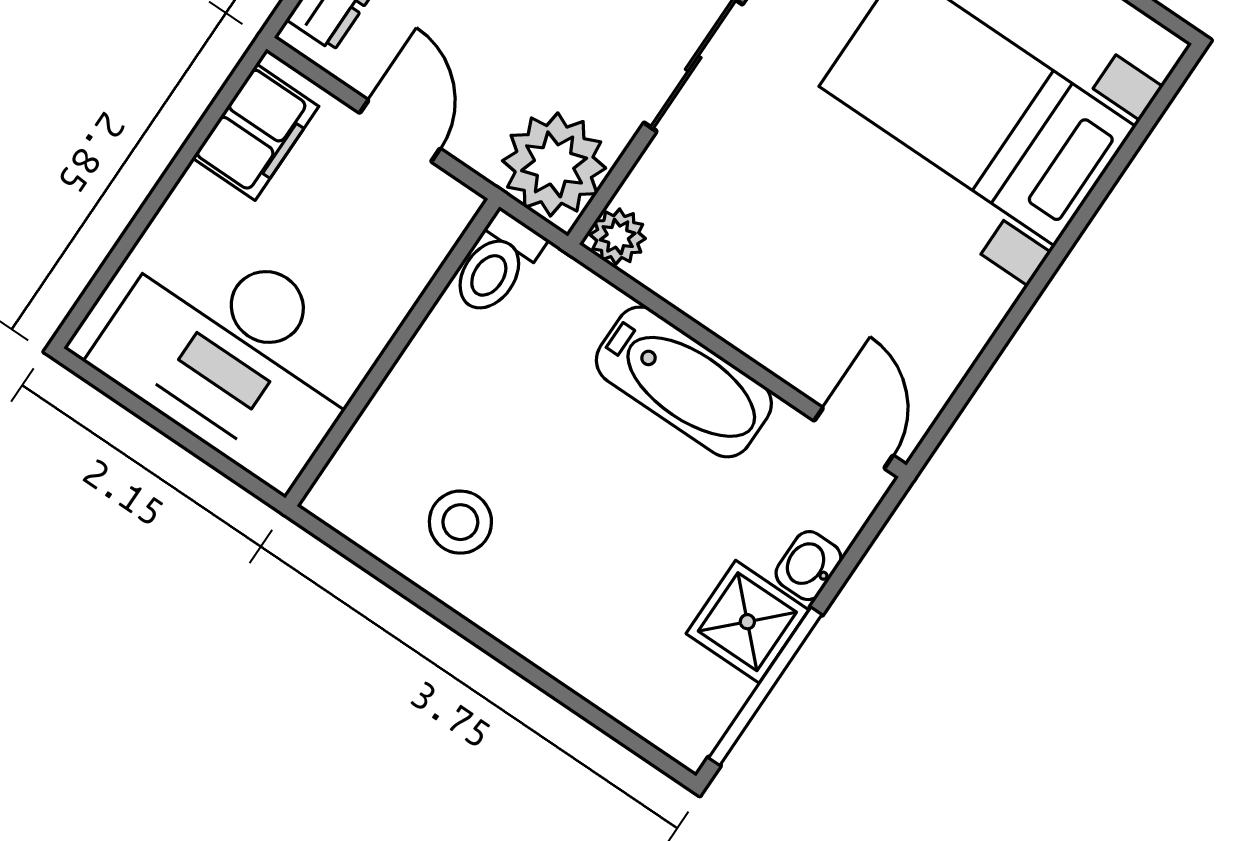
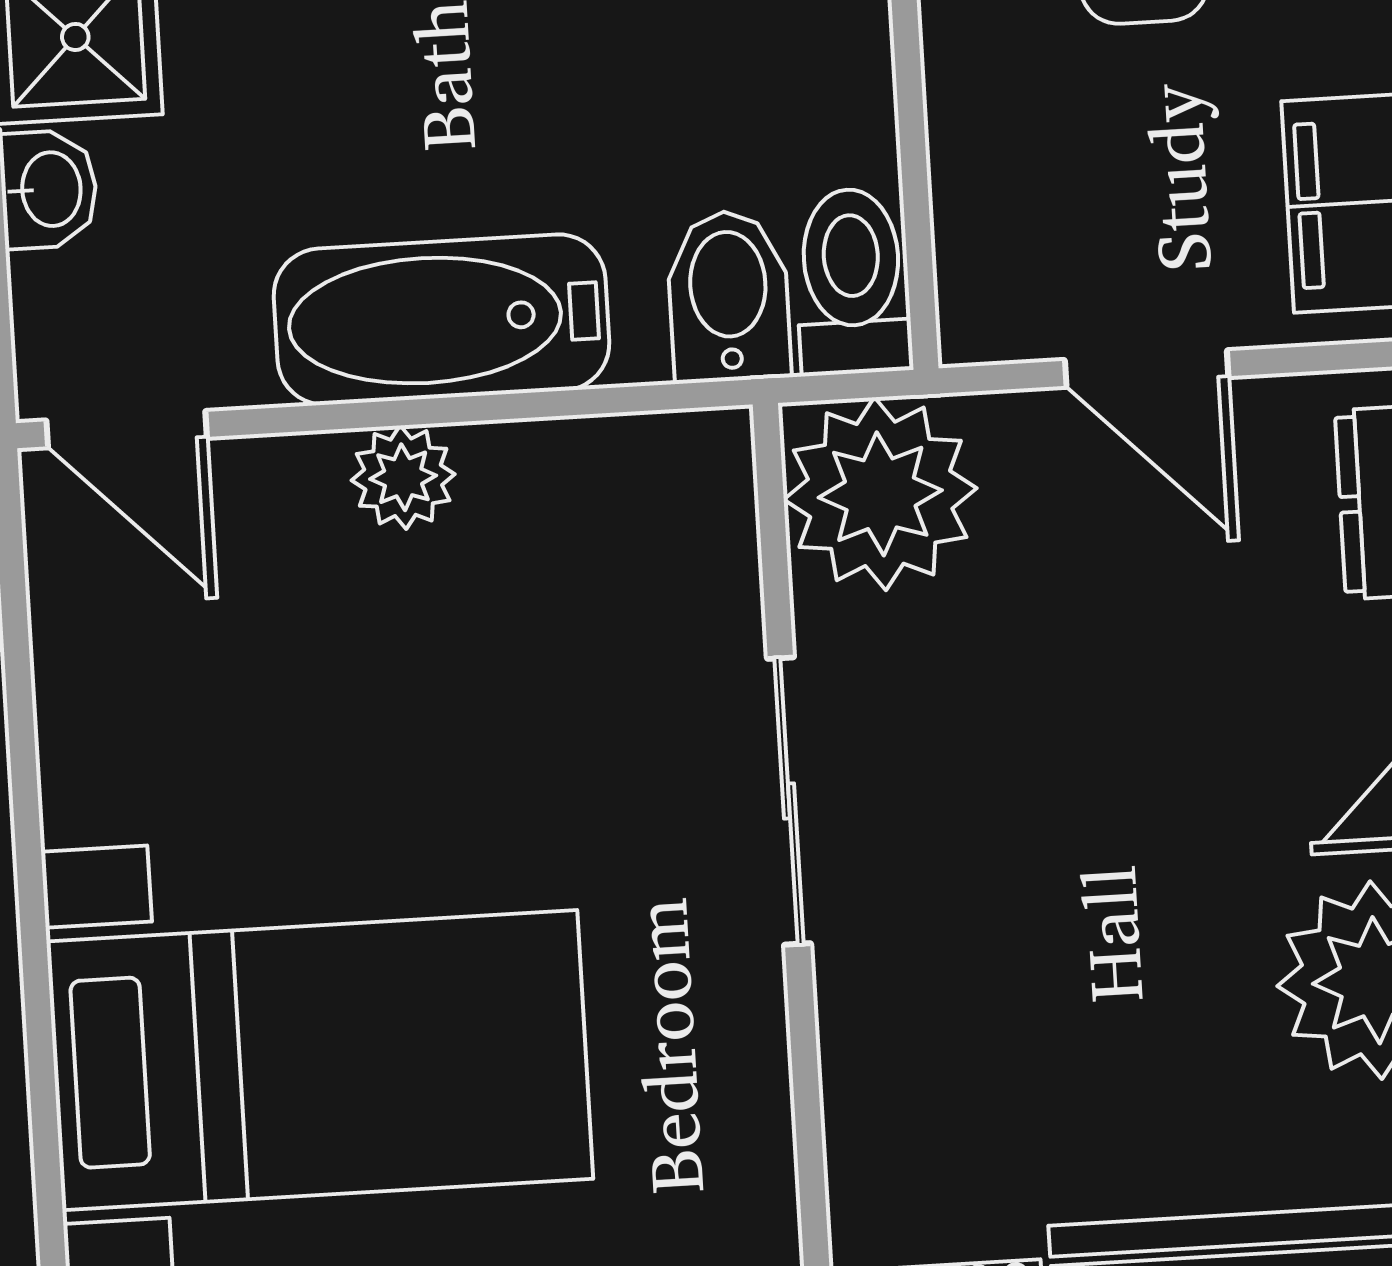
plant: (618, 237) -> (403, 477), moved
bidet: (554, 298) -> (729, 296), added

